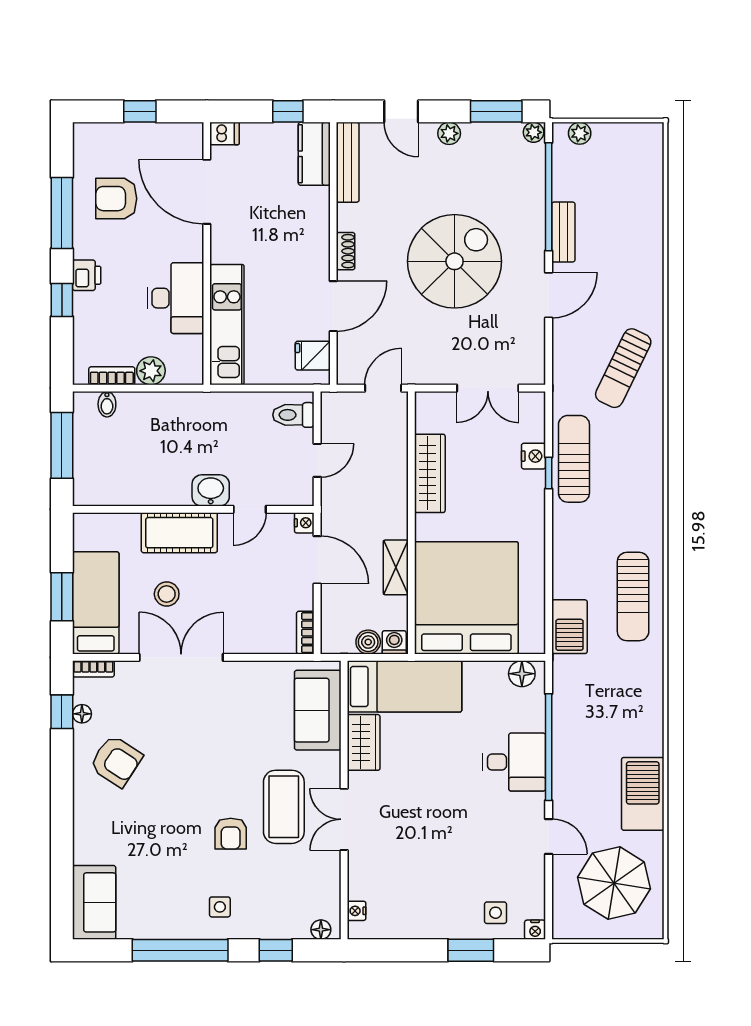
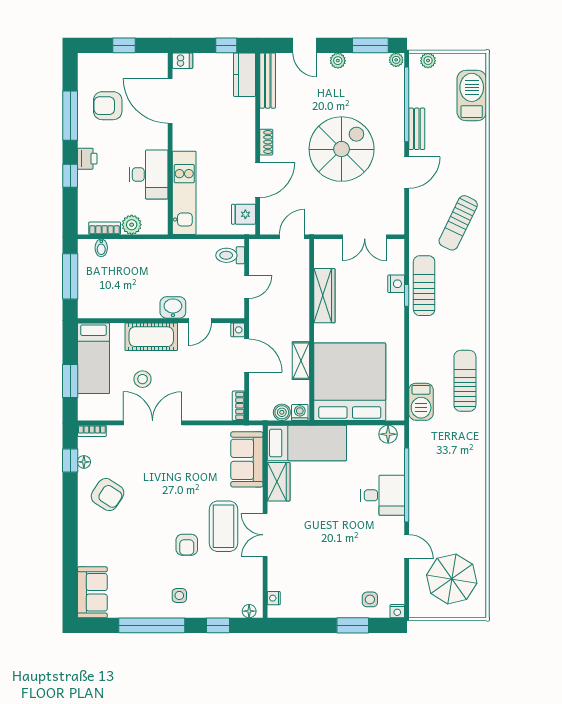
sun lounger: (633, 597) -> (465, 381), turned 180
bed: (96, 603) -> (93, 358), moved, turned 180
barbecue: (643, 794) -> (472, 95), moved

